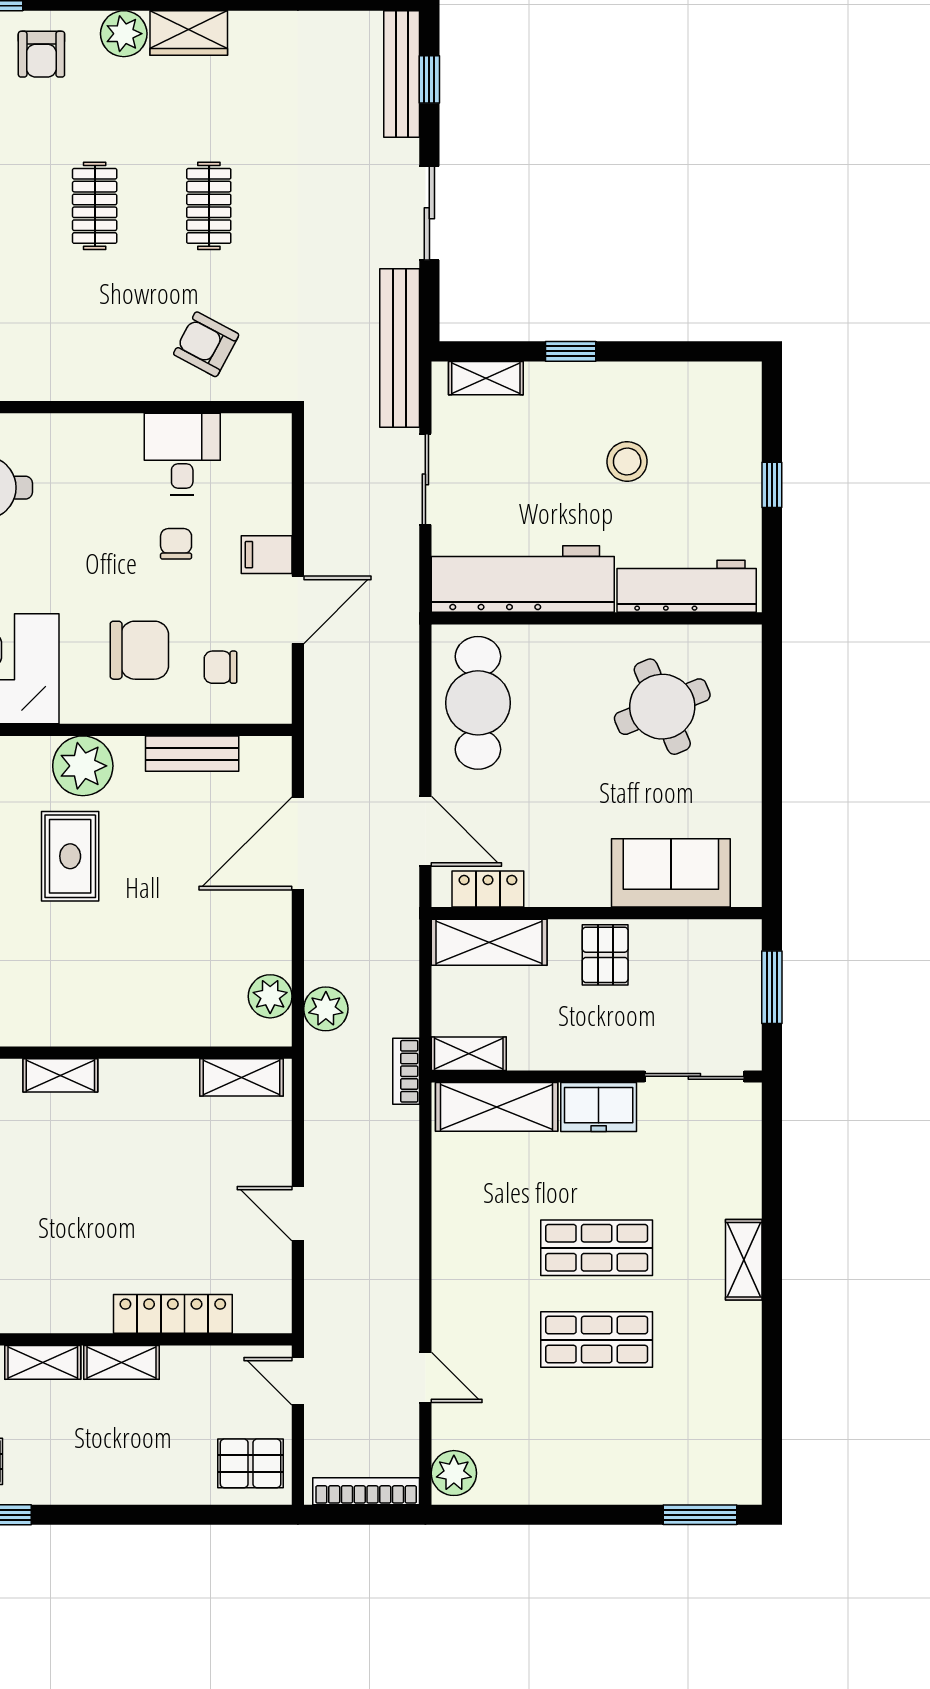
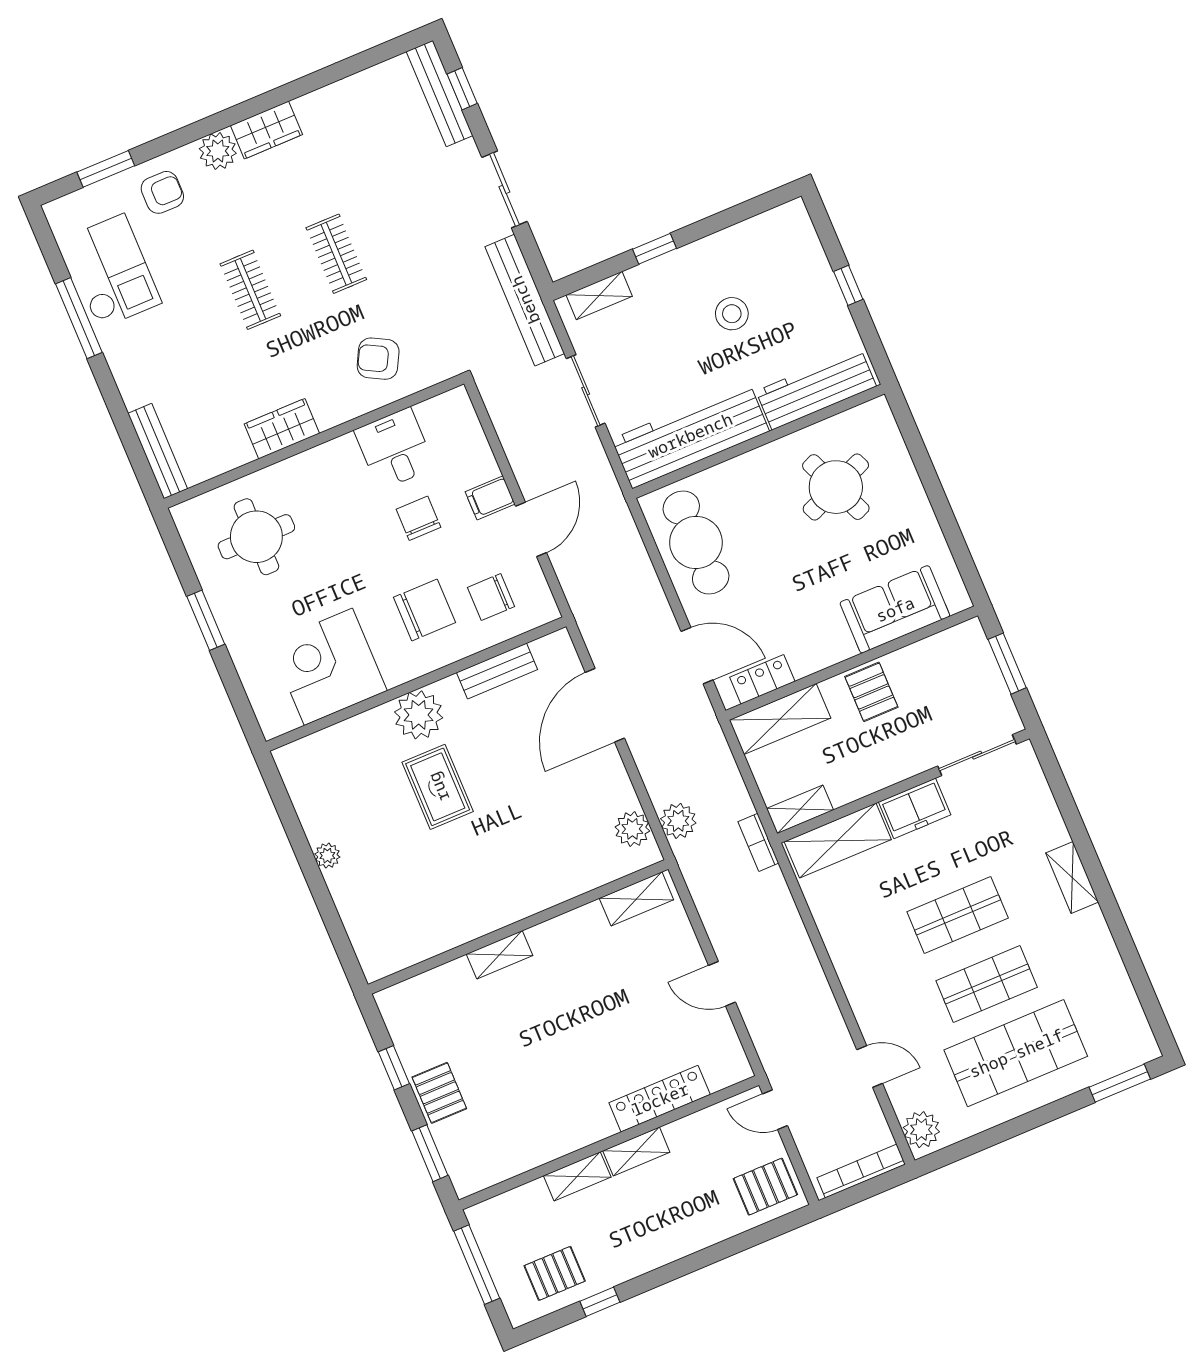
armchair: (41, 54) -> (162, 192), turned -90
wardrobe: (64, 378) -> (282, 429), added
chair: (176, 544) -> (418, 518), width x1.37, depth x1.37
chair: (220, 667) -> (491, 597), width x1.37, depth x1.37
shop shelf: (597, 1431) -> (1016, 1053), added

